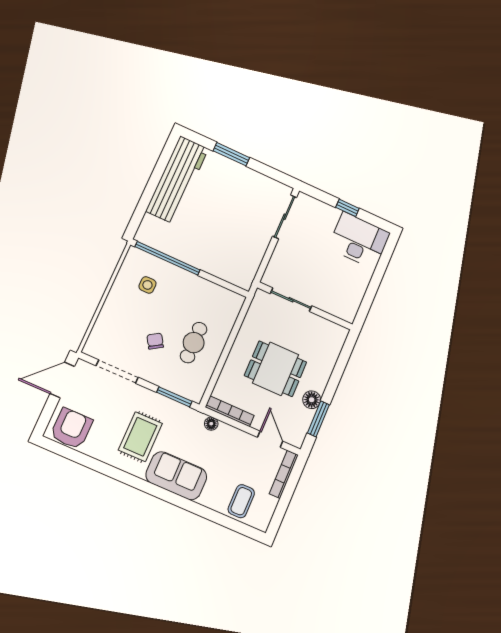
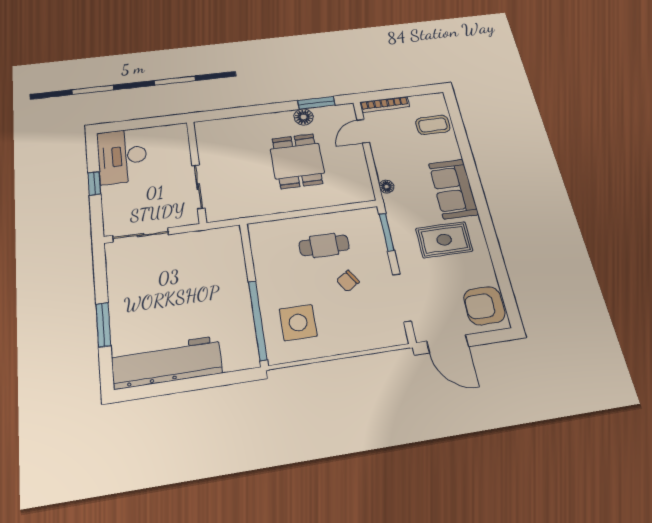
side table: (147, 285) -> (298, 323), width x1.87, depth x1.87
sliding door: (291, 300) -> (198, 187), moved
wall: (305, 306) -> (196, 171), moved
bookcase: (230, 411) -> (364, 178), removed

